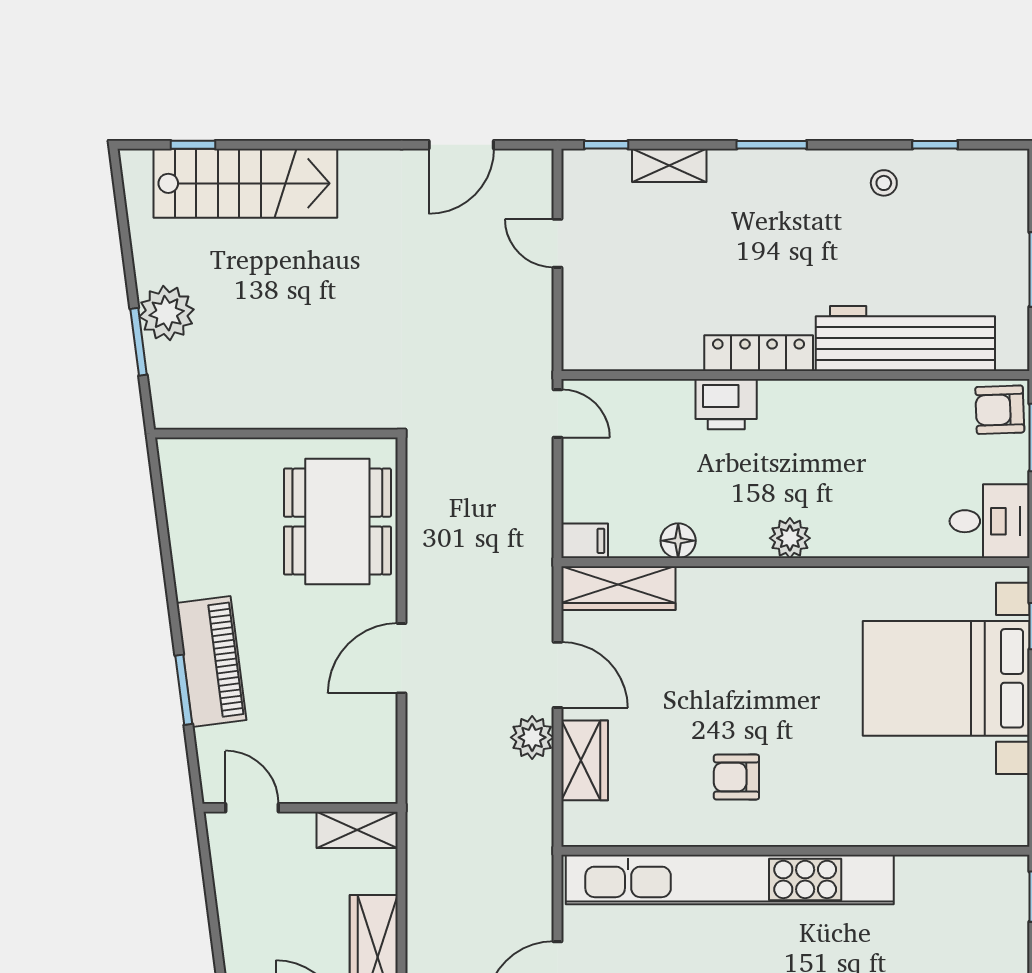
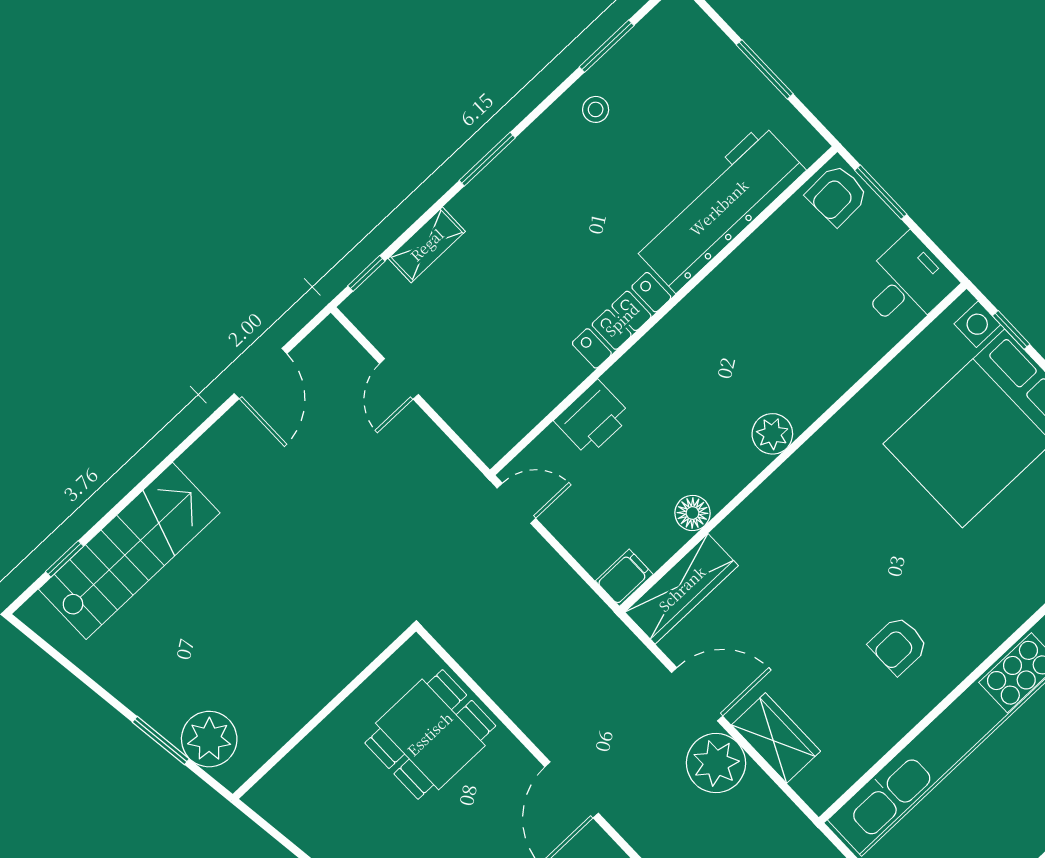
window: (935, 145) -> (607, 46), width x1.50
door: (558, 243) -> (399, 379), hinge flipped
plant: (167, 313) -> (209, 739), moved
printer: (726, 404) -> (593, 418), moved
dining table: (337, 522) -> (430, 734), width x0.73
plant: (532, 737) -> (716, 763), width x1.36, depth x1.36

